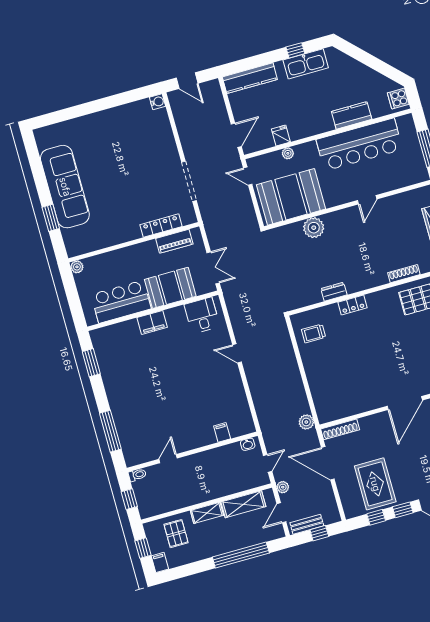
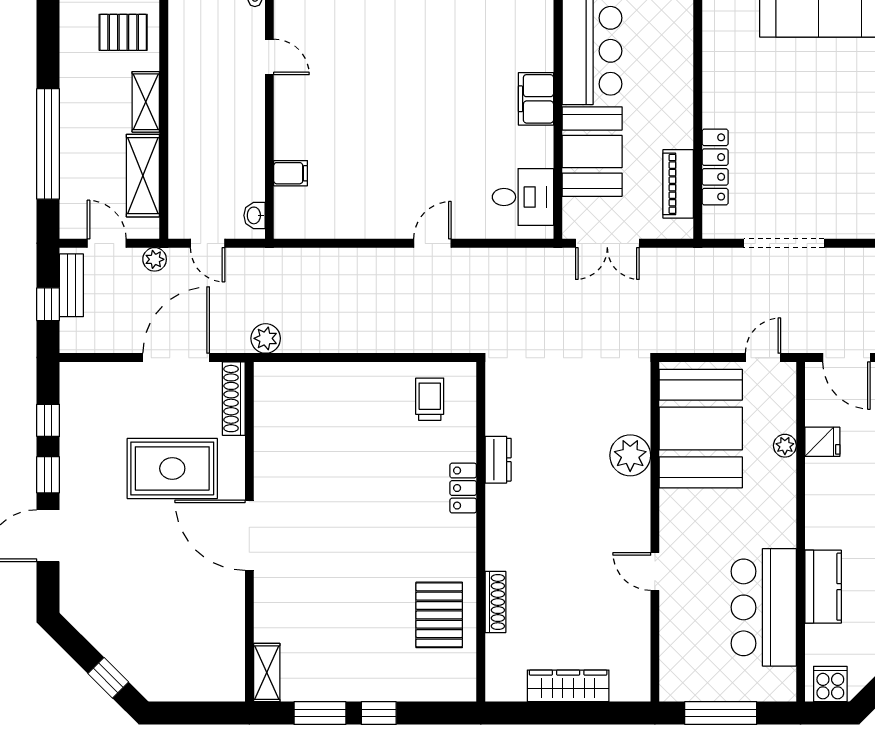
bar counter: (359, 145) -> (764, 607), width x0.73
rug: (375, 484) -> (172, 468), moved

